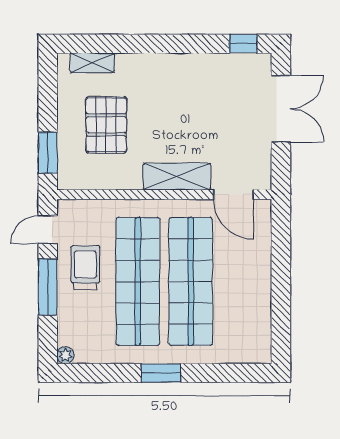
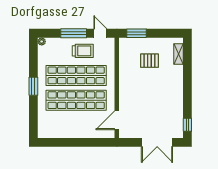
pallet: (106, 125) -> (149, 61), width x0.67, depth x0.71
shelving: (177, 177) -> (125, 94), removed

